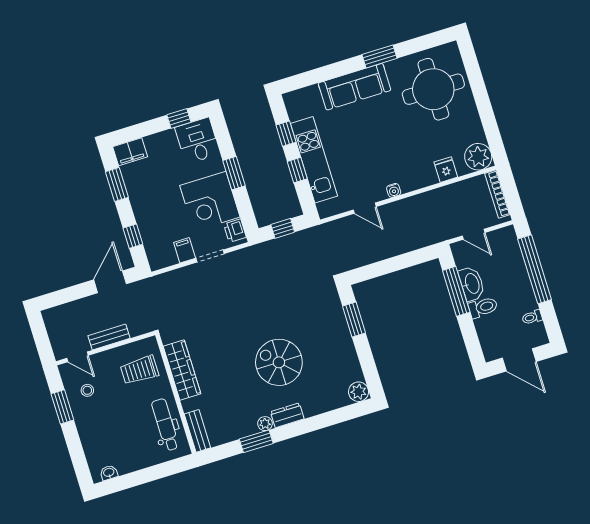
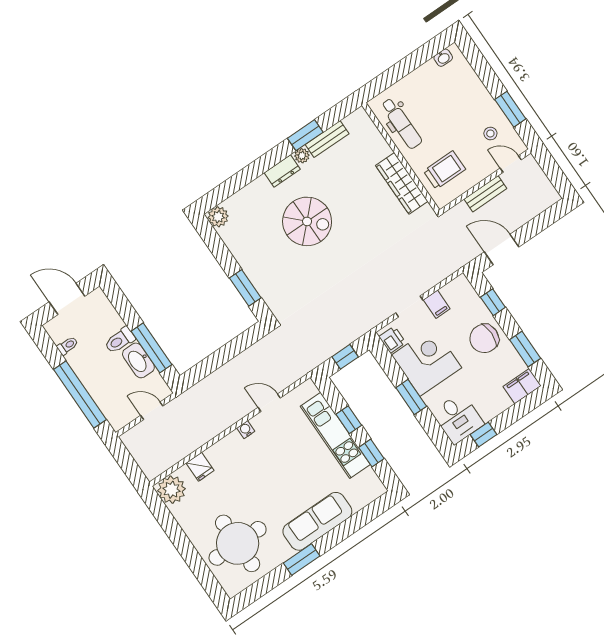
bookcase: (497, 194) -> (141, 458), removed
chair: (151, 206) -> (484, 339), added
door: (110, 282) -> (502, 249), swing flipped
bench: (197, 431) -> (327, 139), moved, turned 90

